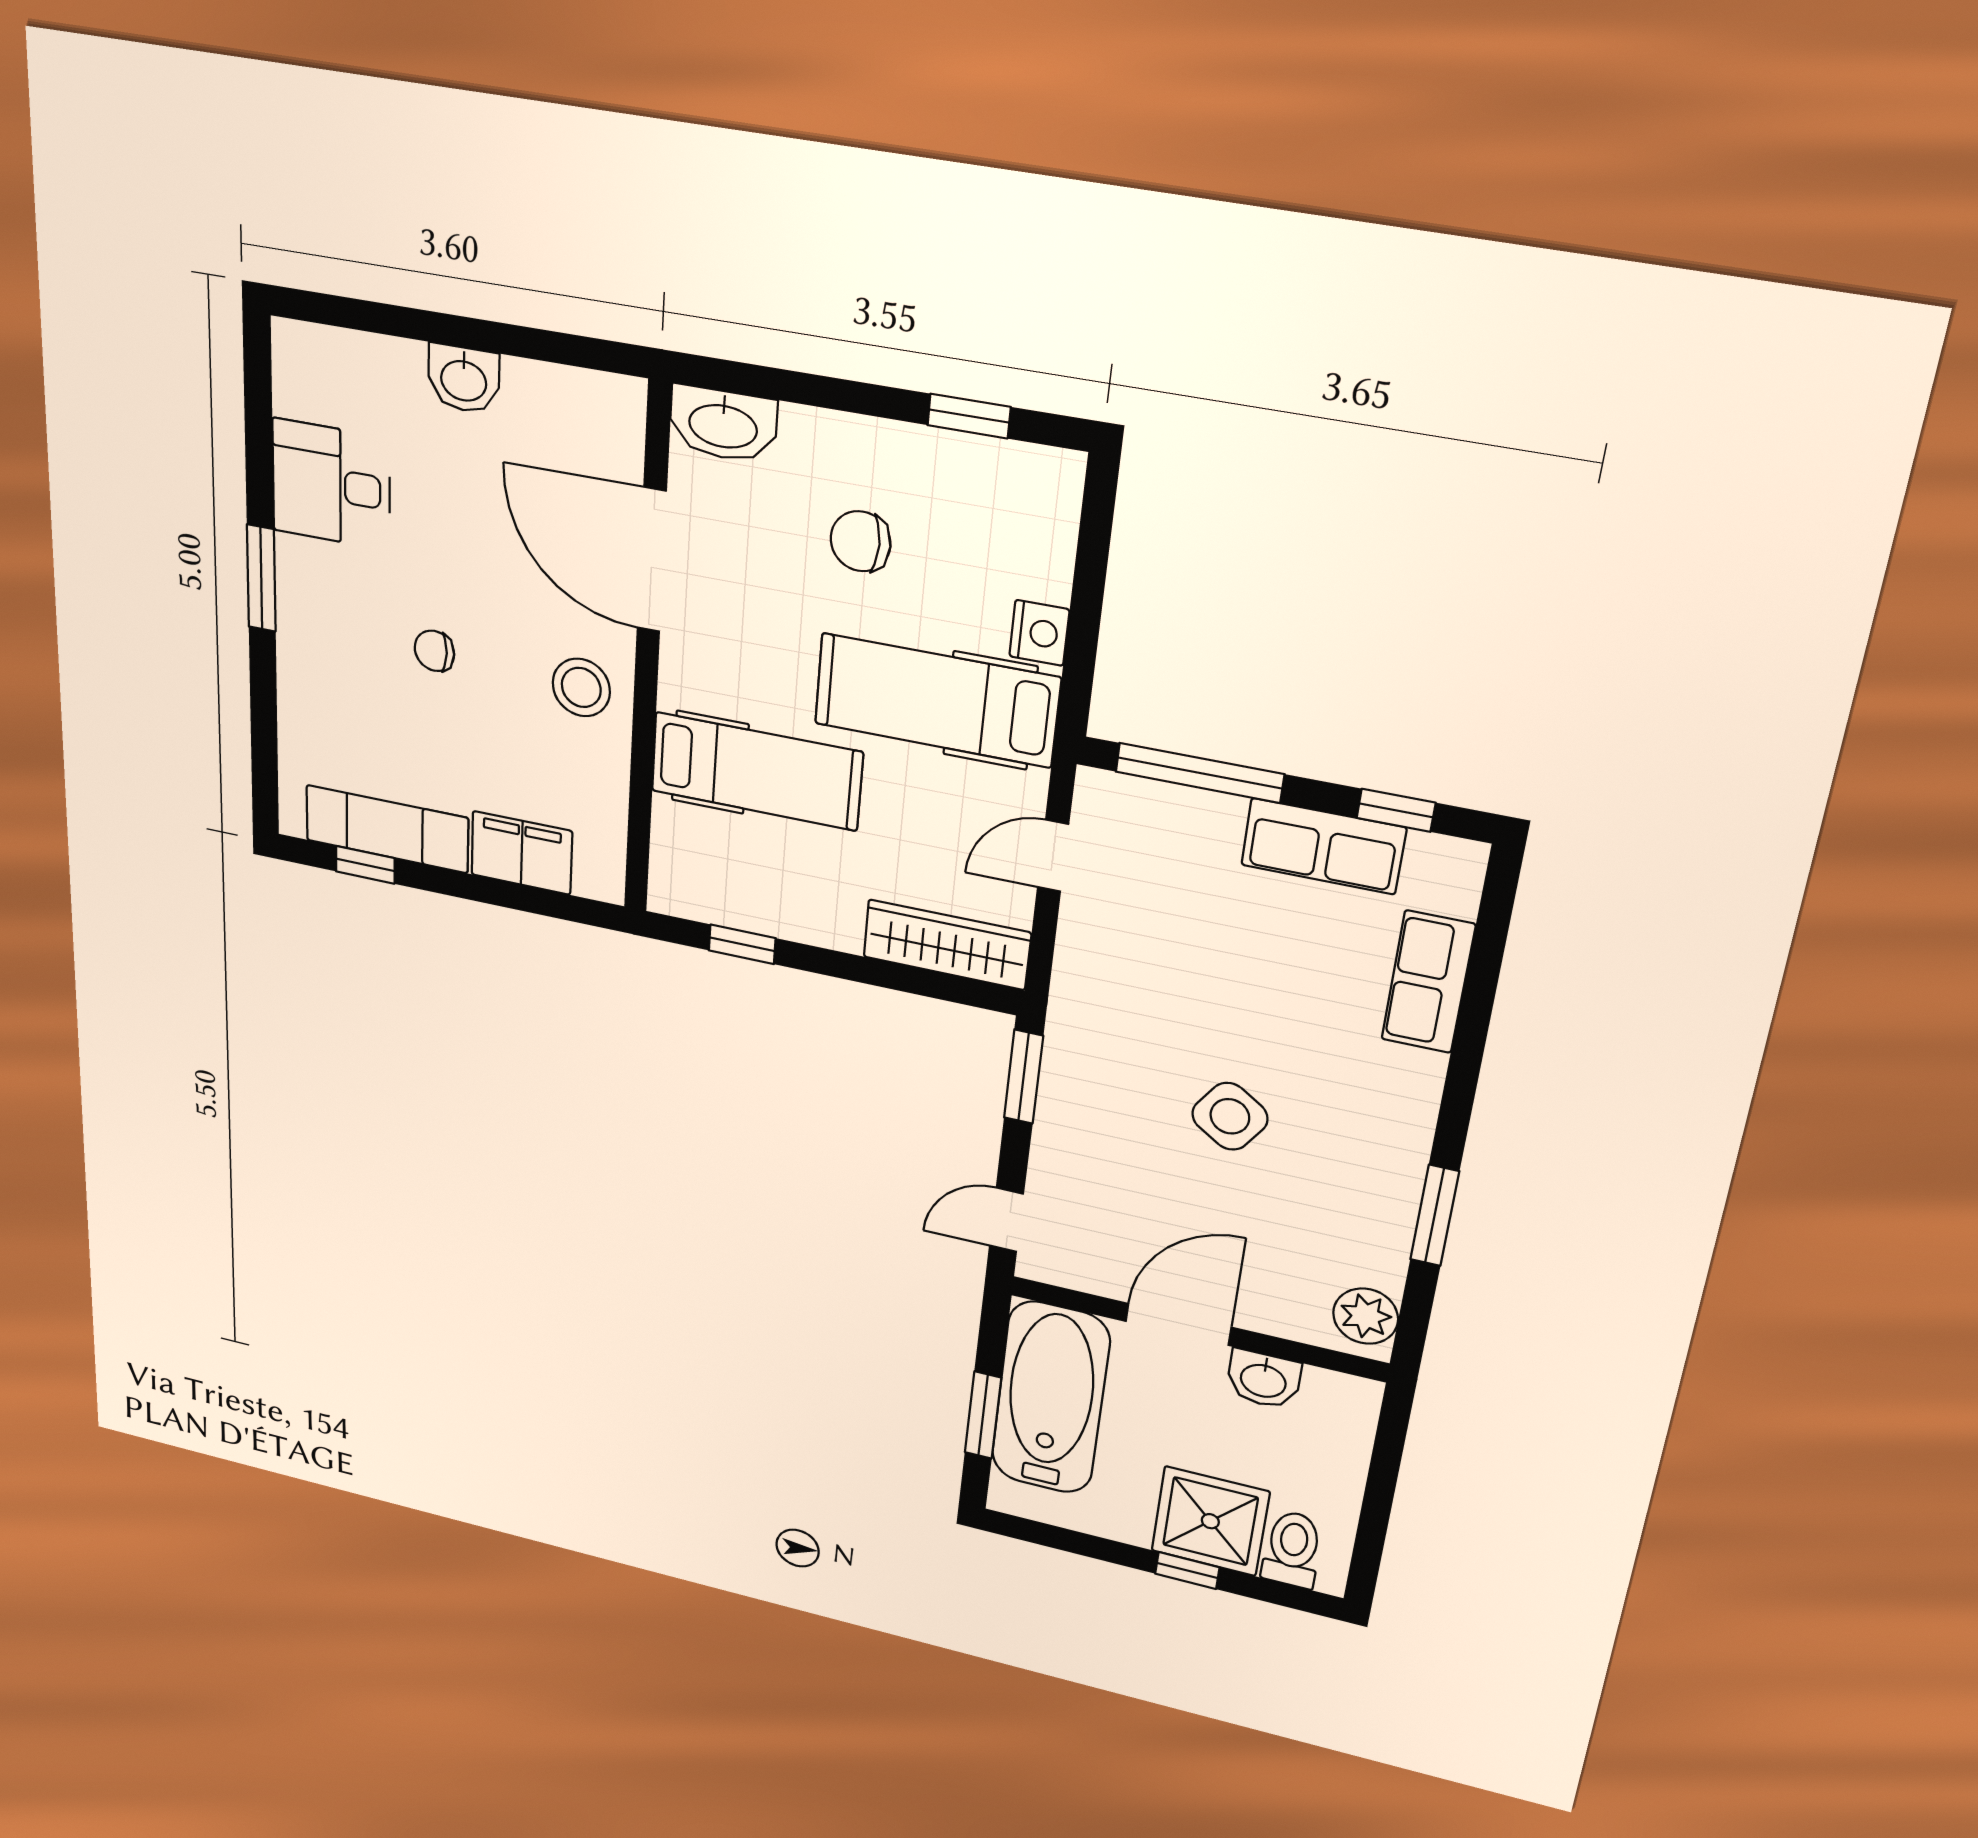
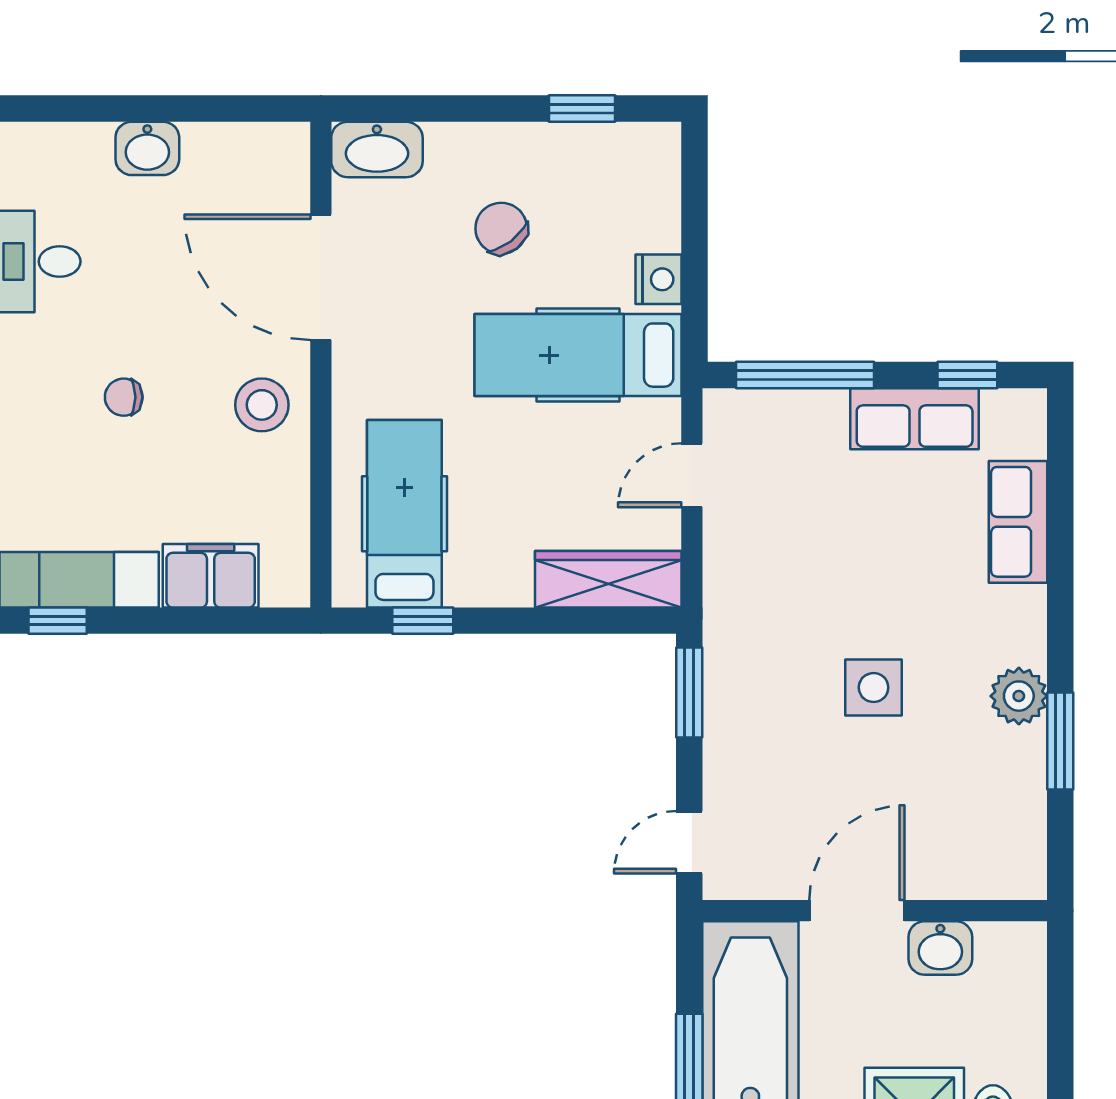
chair: (861, 541) -> (501, 228), turned 53
hospital bed: (756, 771) -> (404, 514), moved, turned -90
side table: (1230, 1116) -> (874, 688), turned -34
plant: (1366, 1316) -> (1019, 696), moved

